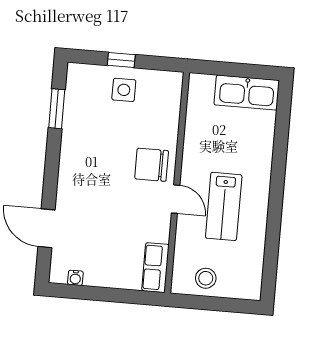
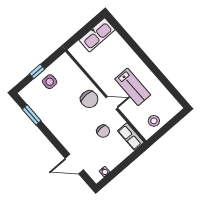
chair: (152, 165) -> (89, 99), turned -90
chair: (127, 224) -> (103, 131), added

